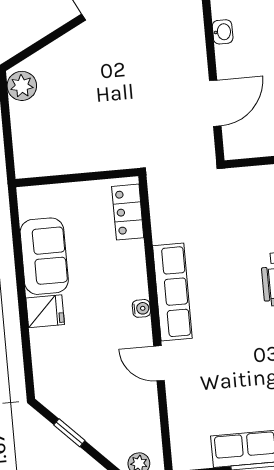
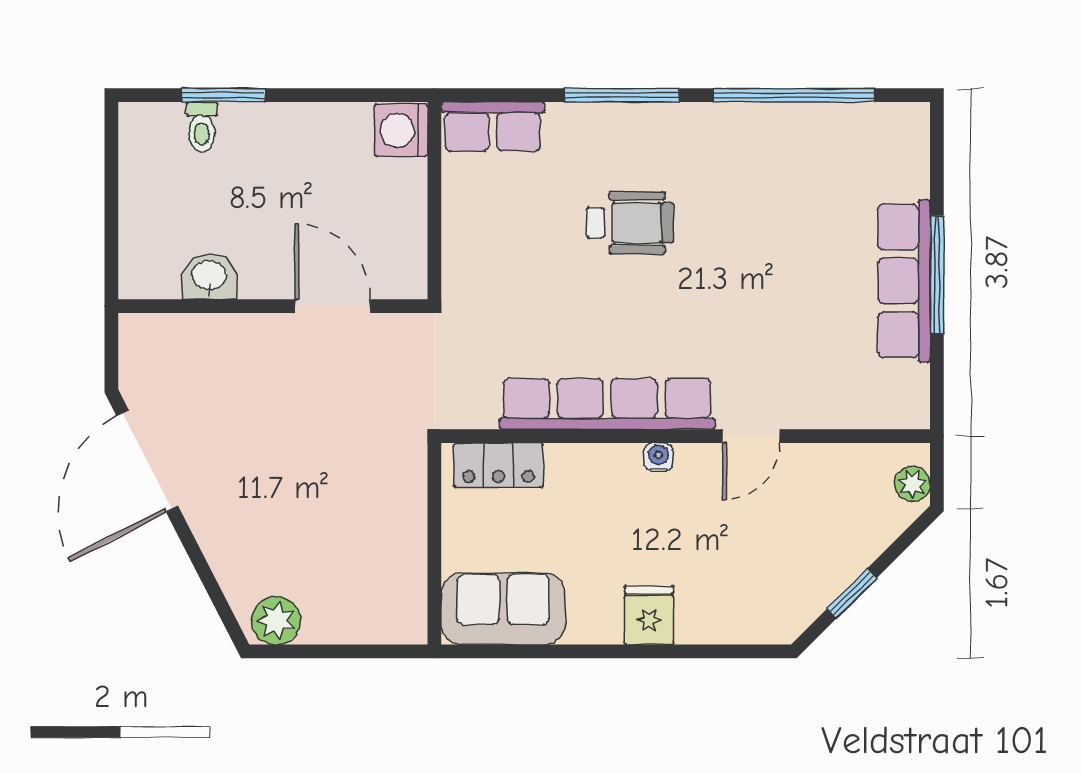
washbasin: (223, 32) -> (209, 276), width x1.38, depth x1.45
sofa: (44, 256) -> (503, 609), moved
row of seats: (172, 292) -> (607, 404), width x1.36

